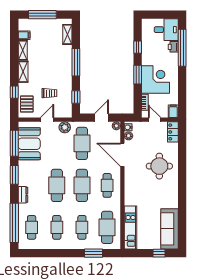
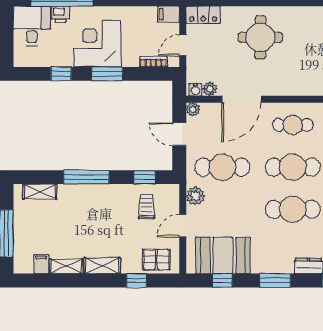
corner desk: (156, 79) -> (98, 44), moved
trolley: (49, 93) -> (147, 207), moved
door: (47, 120) -> (183, 226), hinge flipped
window: (14, 143) -> (222, 281), width x0.46

